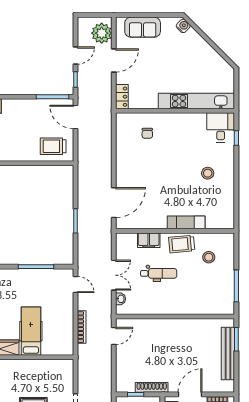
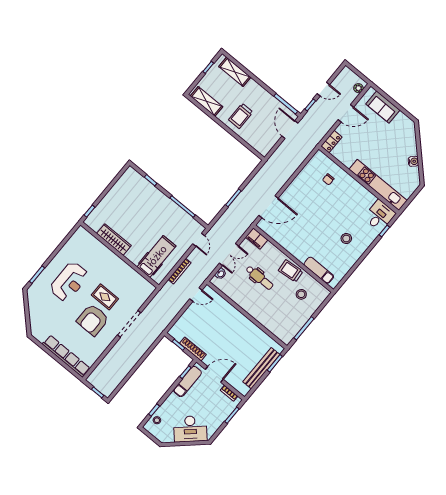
water cooler: (183, 26) -> (413, 161), moved
plant: (102, 33) -> (358, 88), width x0.53, depth x0.53
trolley: (53, 146) -> (241, 116), moved, turned -90
exam couch: (186, 222) -> (319, 270), moved
filing cabinet: (149, 240) -> (257, 239), moved
hospital bed: (31, 331) -> (157, 256), moved

